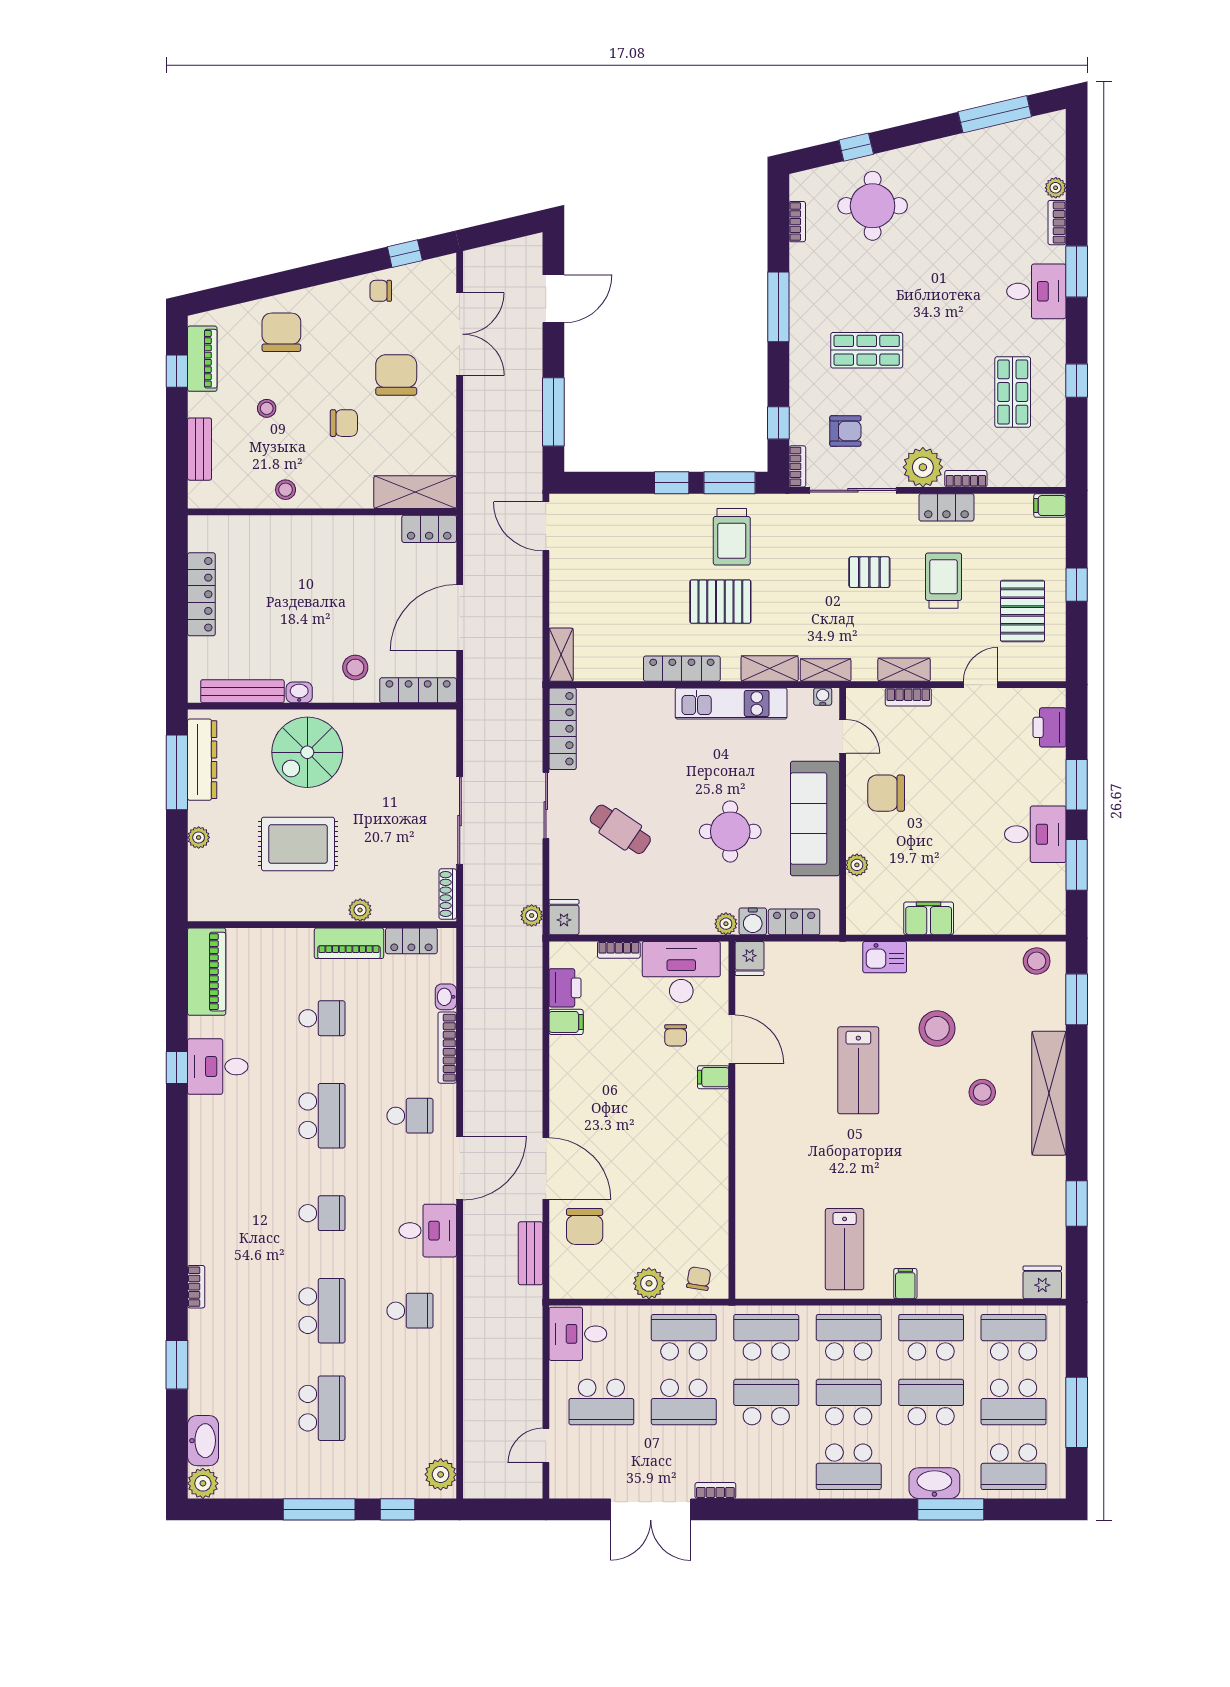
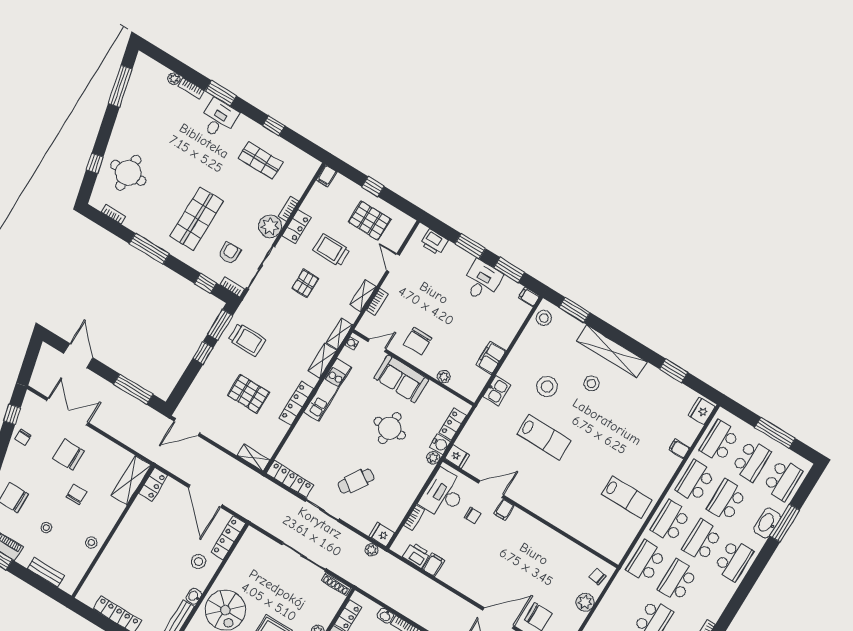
shop shelf: (867, 350) -> (197, 219), width x1.43, depth x1.36
pallet: (720, 602) -> (248, 394), moved, turned 90
sofa: (815, 819) -> (401, 379), width x0.73
filing cabinet: (1054, 919) -> (529, 297), added
filing cabinet: (905, 1284) -> (679, 449), moved
school desk: (684, 1337) -> (622, 601), removed

